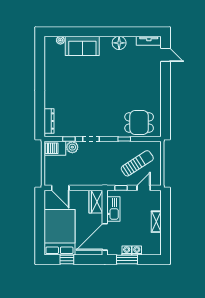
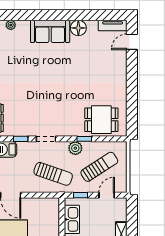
sofa: (82, 46) -> (50, 31), moved
door: (165, 55) -> (132, 42), swing flipped
plant: (72, 147) -> (75, 148), moved
sun lounger: (97, 170) -> (53, 174), added
wardrobe: (96, 202) -> (52, 211), removed

